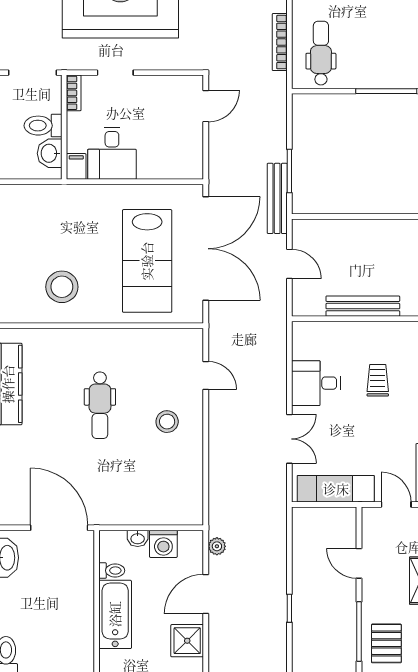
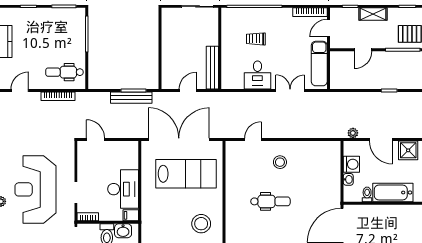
desk: (112, 153) -> (123, 189), width x1.37
bench: (277, 198) -> (131, 98), moved
bench: (363, 306) -> (212, 68), moved

